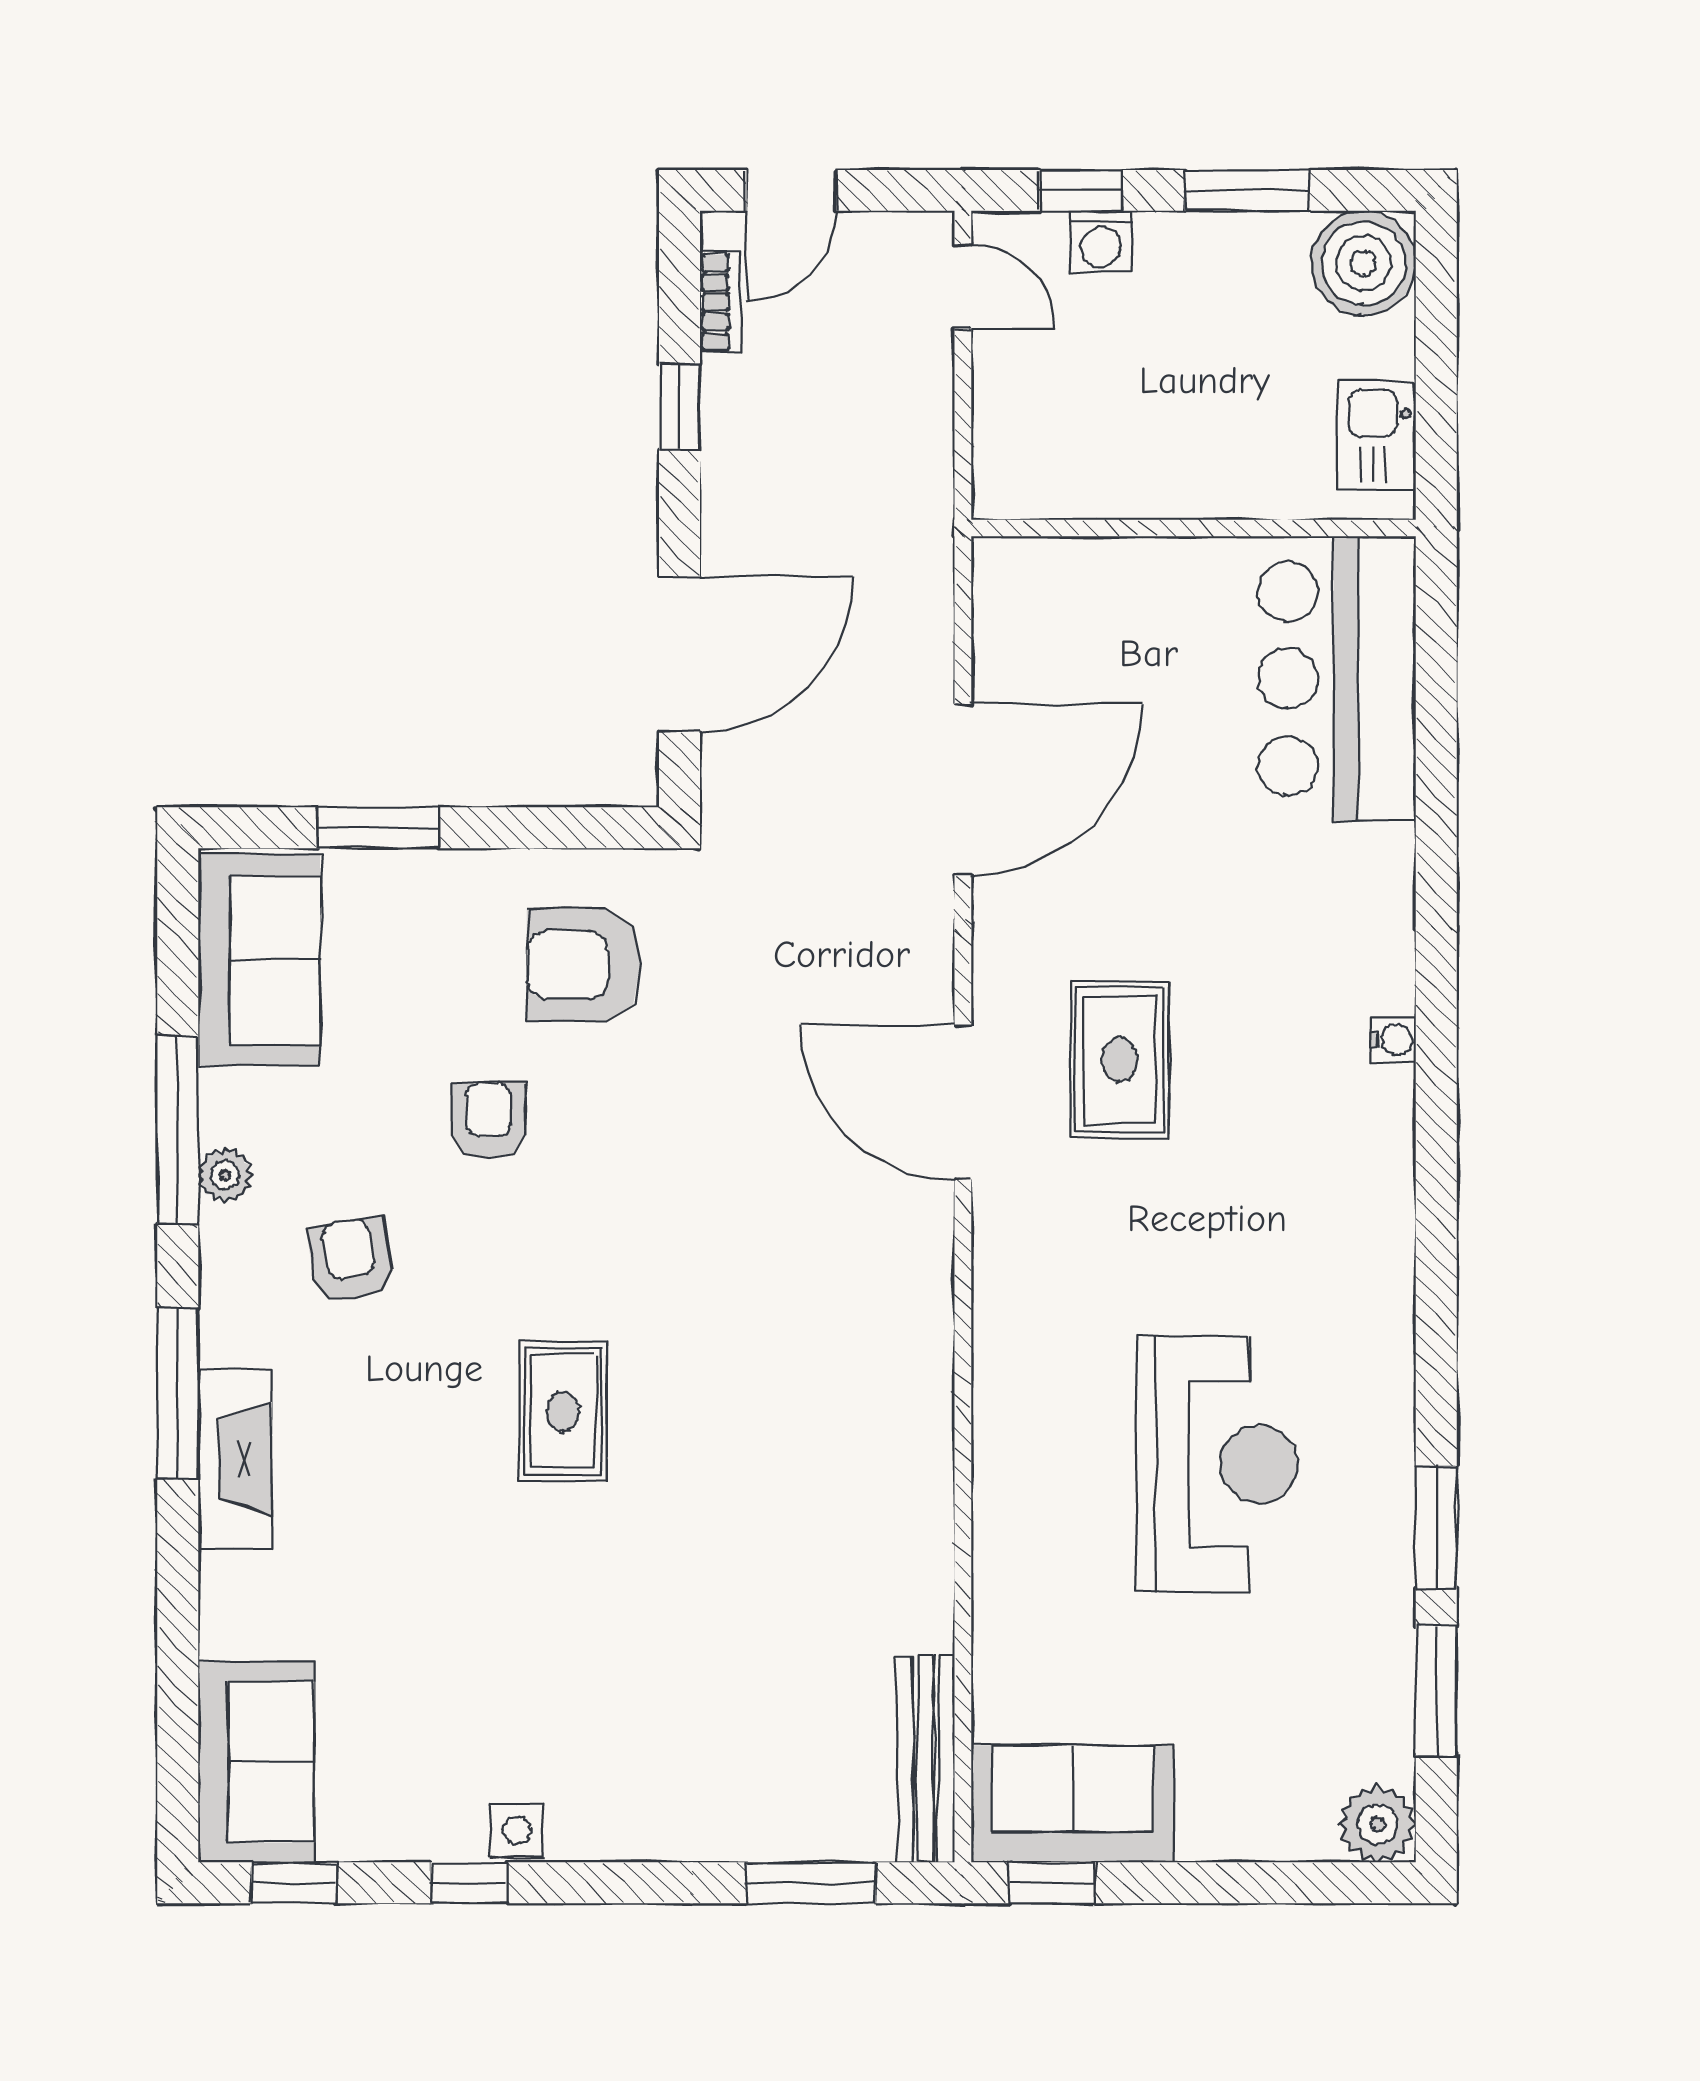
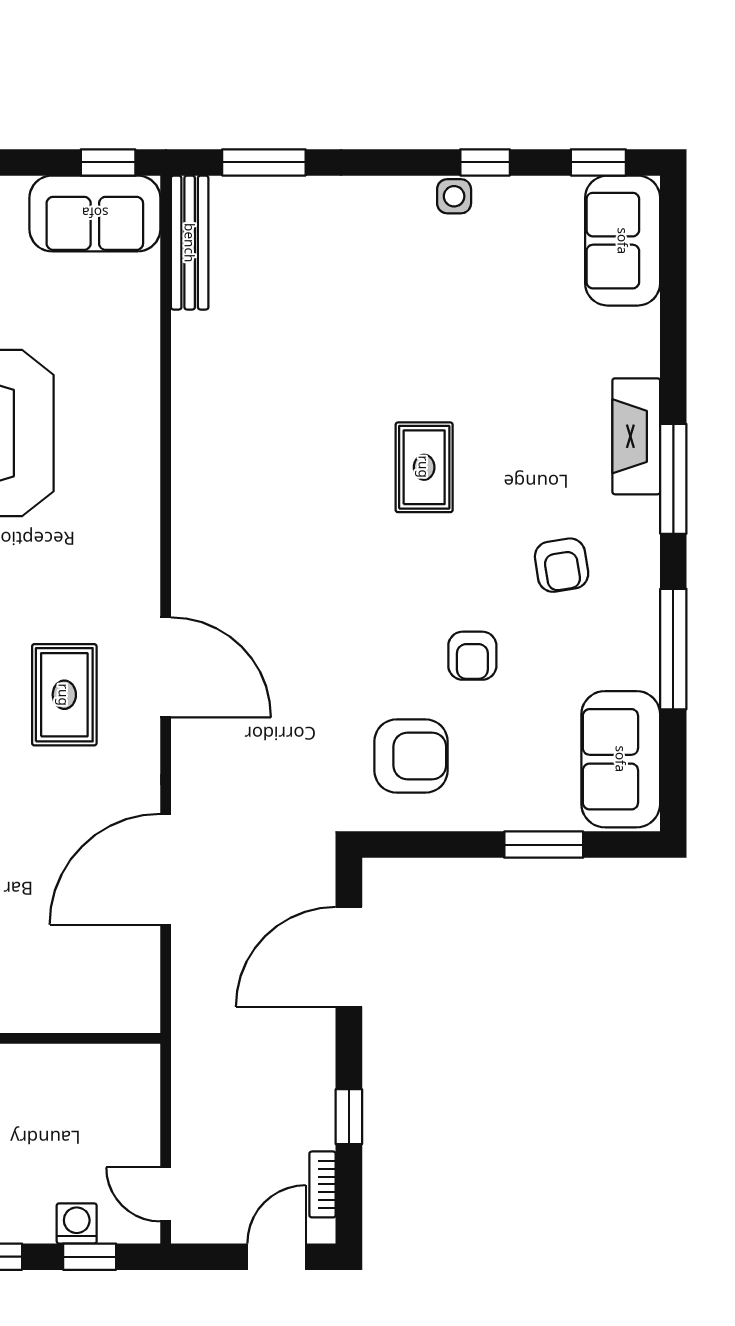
plant: (225, 1175) -> (643, 620), removed

